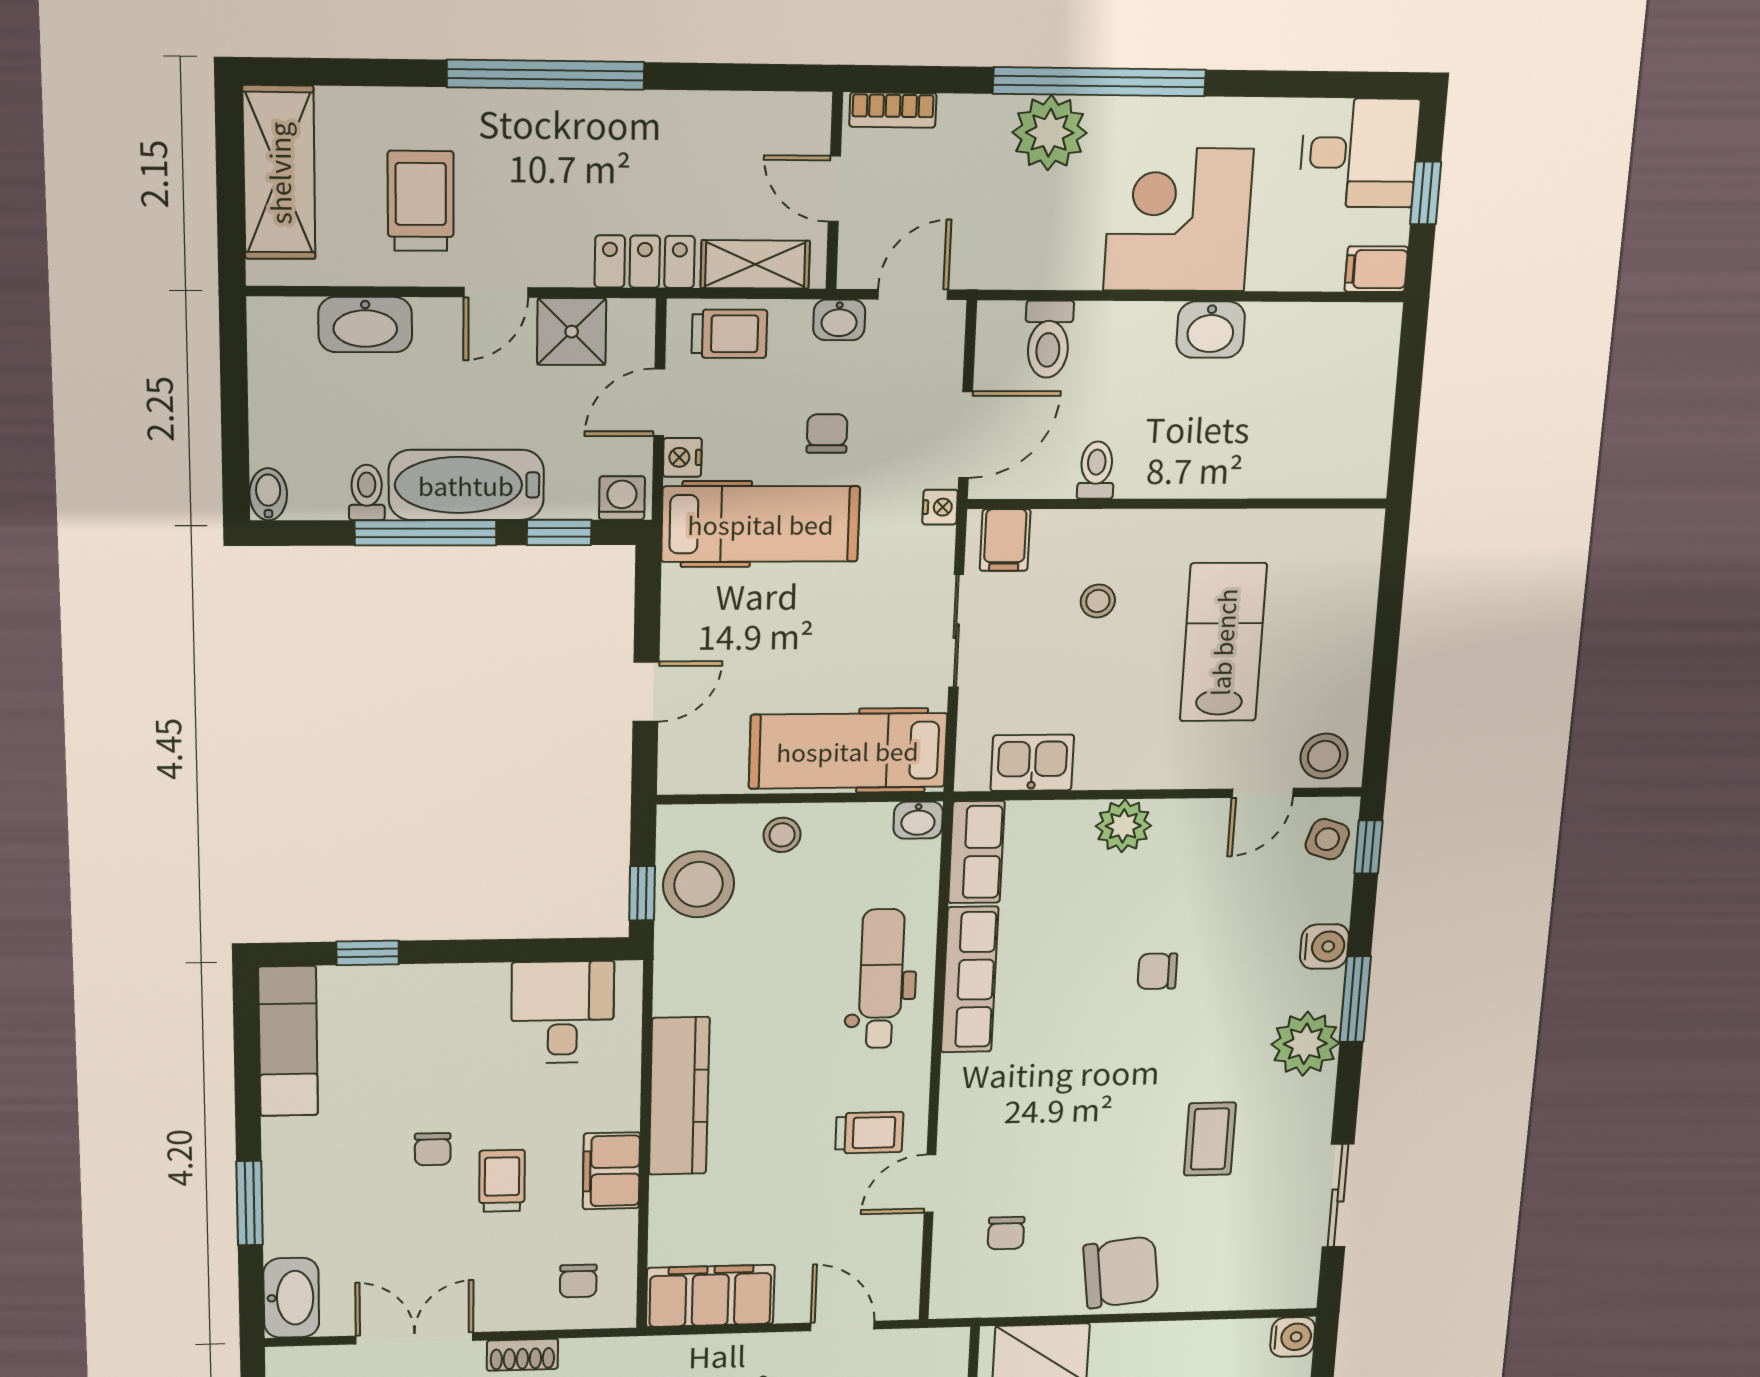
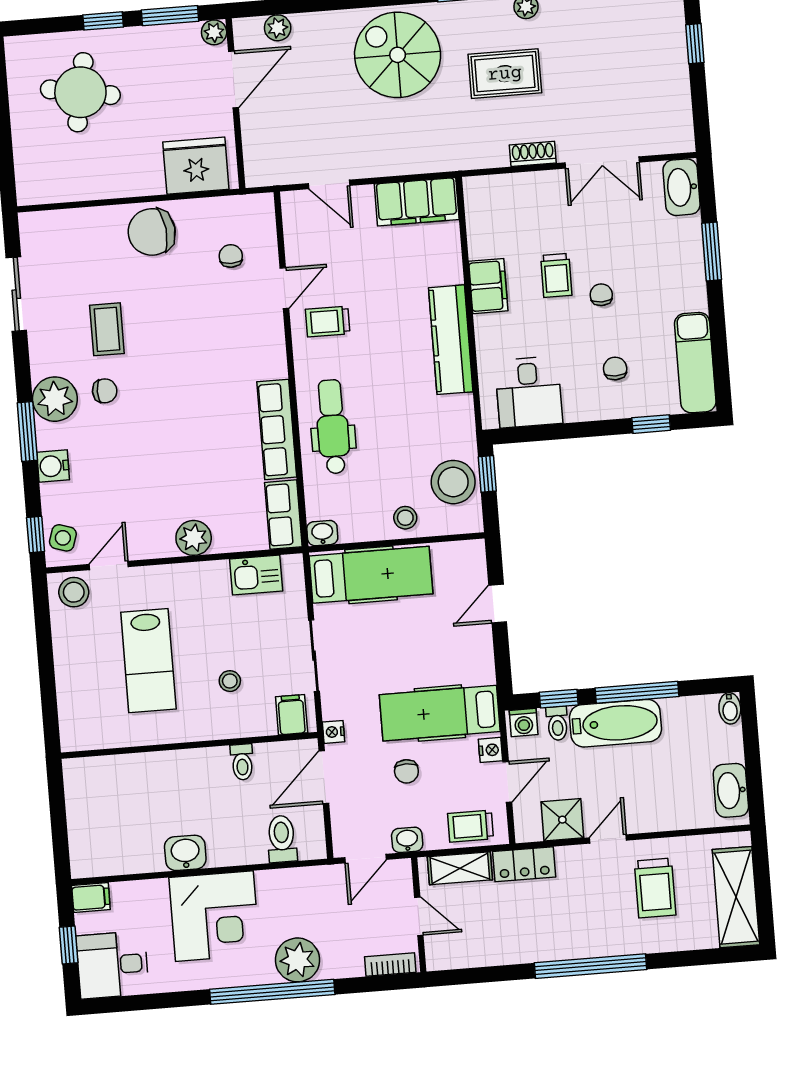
washbasin: (365, 325) -> (731, 790), moved, turned -90
toilet: (367, 492) -> (557, 723), moved
chair: (1157, 971) -> (105, 391), moved
dental chair: (881, 979) -> (333, 427), turned 180
chair: (578, 1281) -> (615, 369), moved
water cooler: (1293, 1337) -> (30, 191), removed

